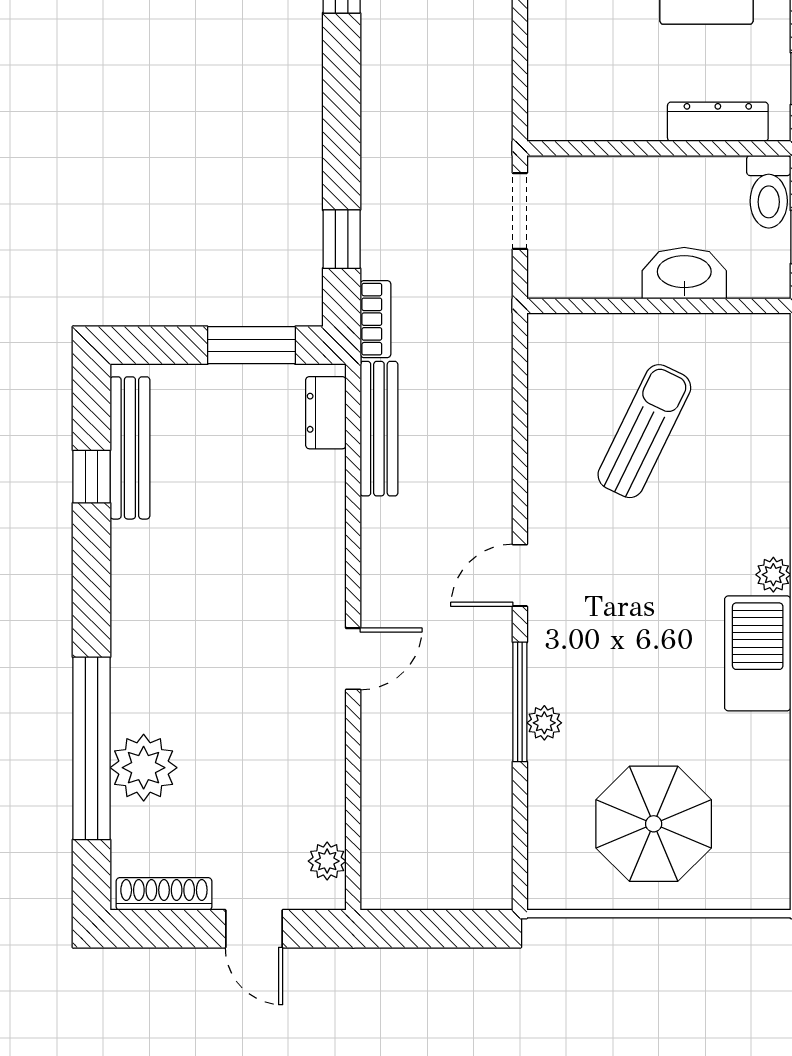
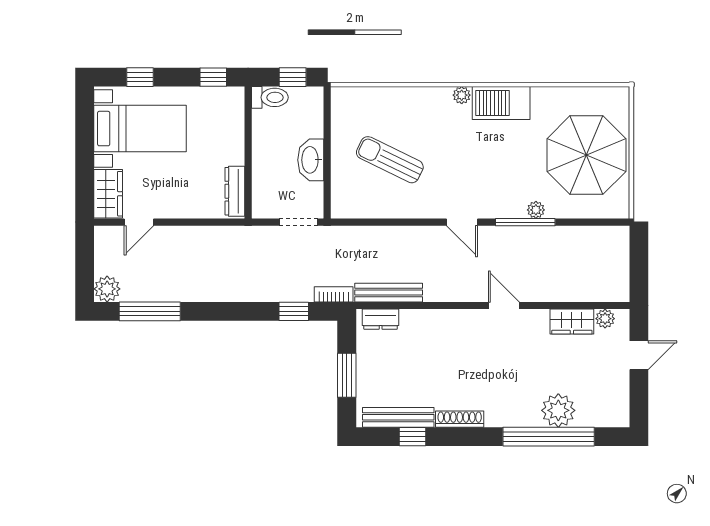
dresser: (718, 122) -> (235, 191), moved
doorway: (520, 211) -> (299, 222), moved
washbasin: (684, 273) -> (311, 160), moved
window: (251, 345) -> (347, 375), moved
wardrobe: (321, 795) -> (572, 322), added
parasol: (654, 824) -> (586, 155), width x1.36, depth x1.36
shoe rack: (164, 894) -> (460, 419), moved, turned 90

